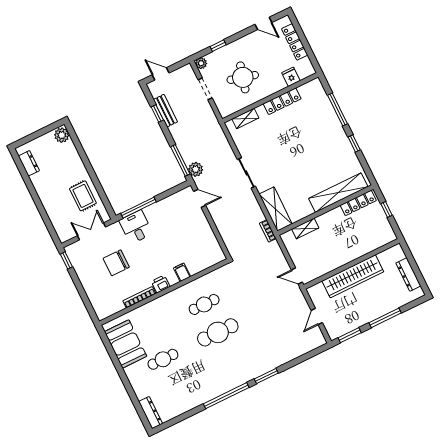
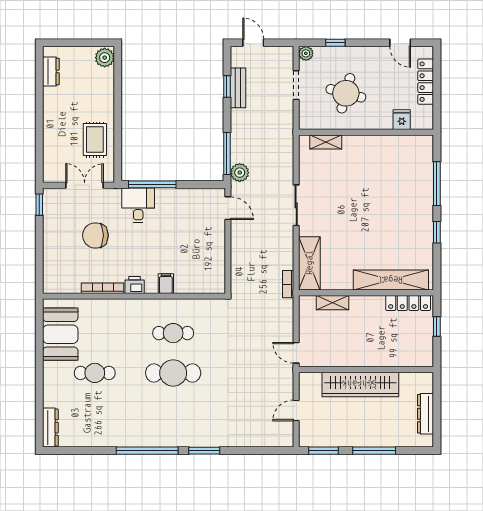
locker: (282, 101) -> (378, 143), removed

